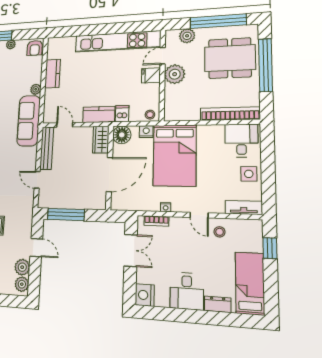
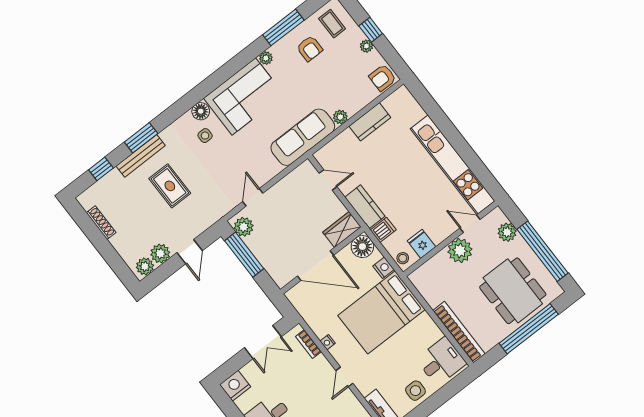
fridge: (151, 75) -> (421, 244), moved
door: (65, 125) -> (328, 180), hinge flipped
bench: (47, 148) -> (291, 181), removed
plant: (49, 200) -> (244, 227), added
stool: (220, 232) -> (344, 405), removed

